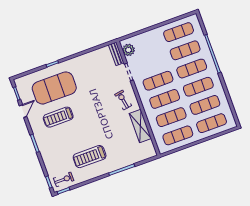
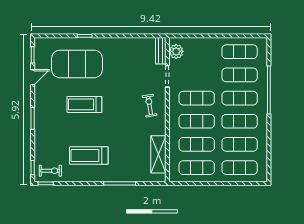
treadmill: (58, 117) -> (84, 104), moved
shelving: (140, 126) -> (158, 154), moved

